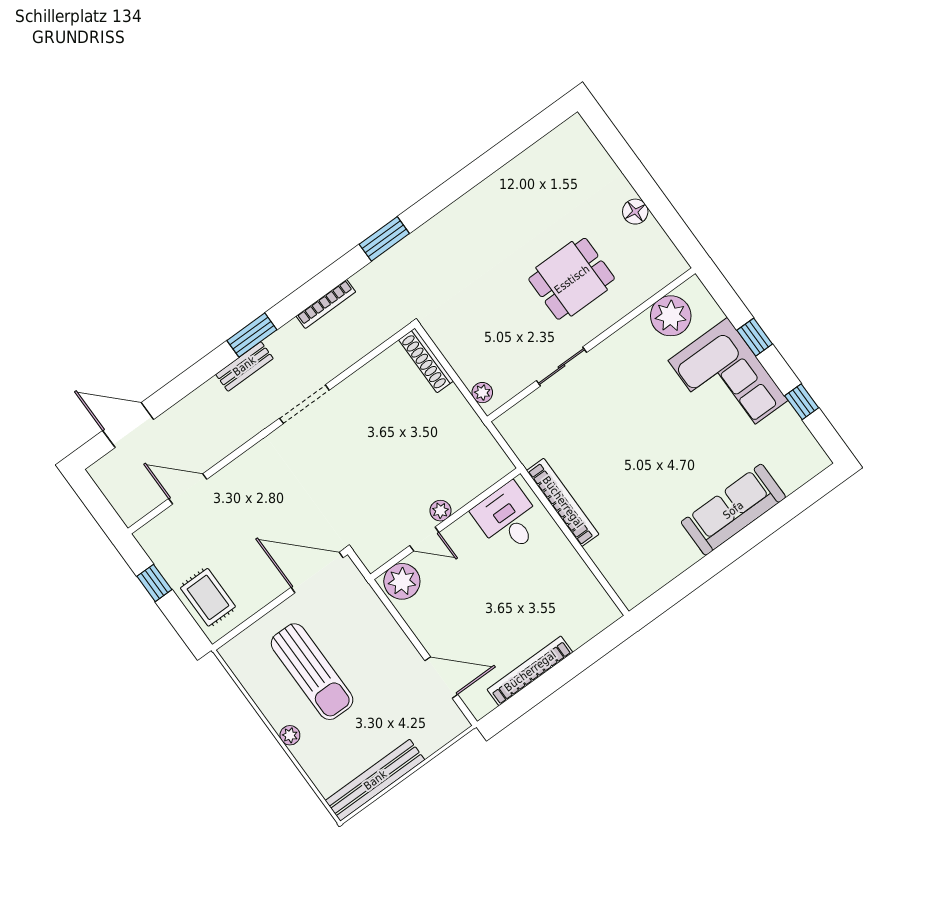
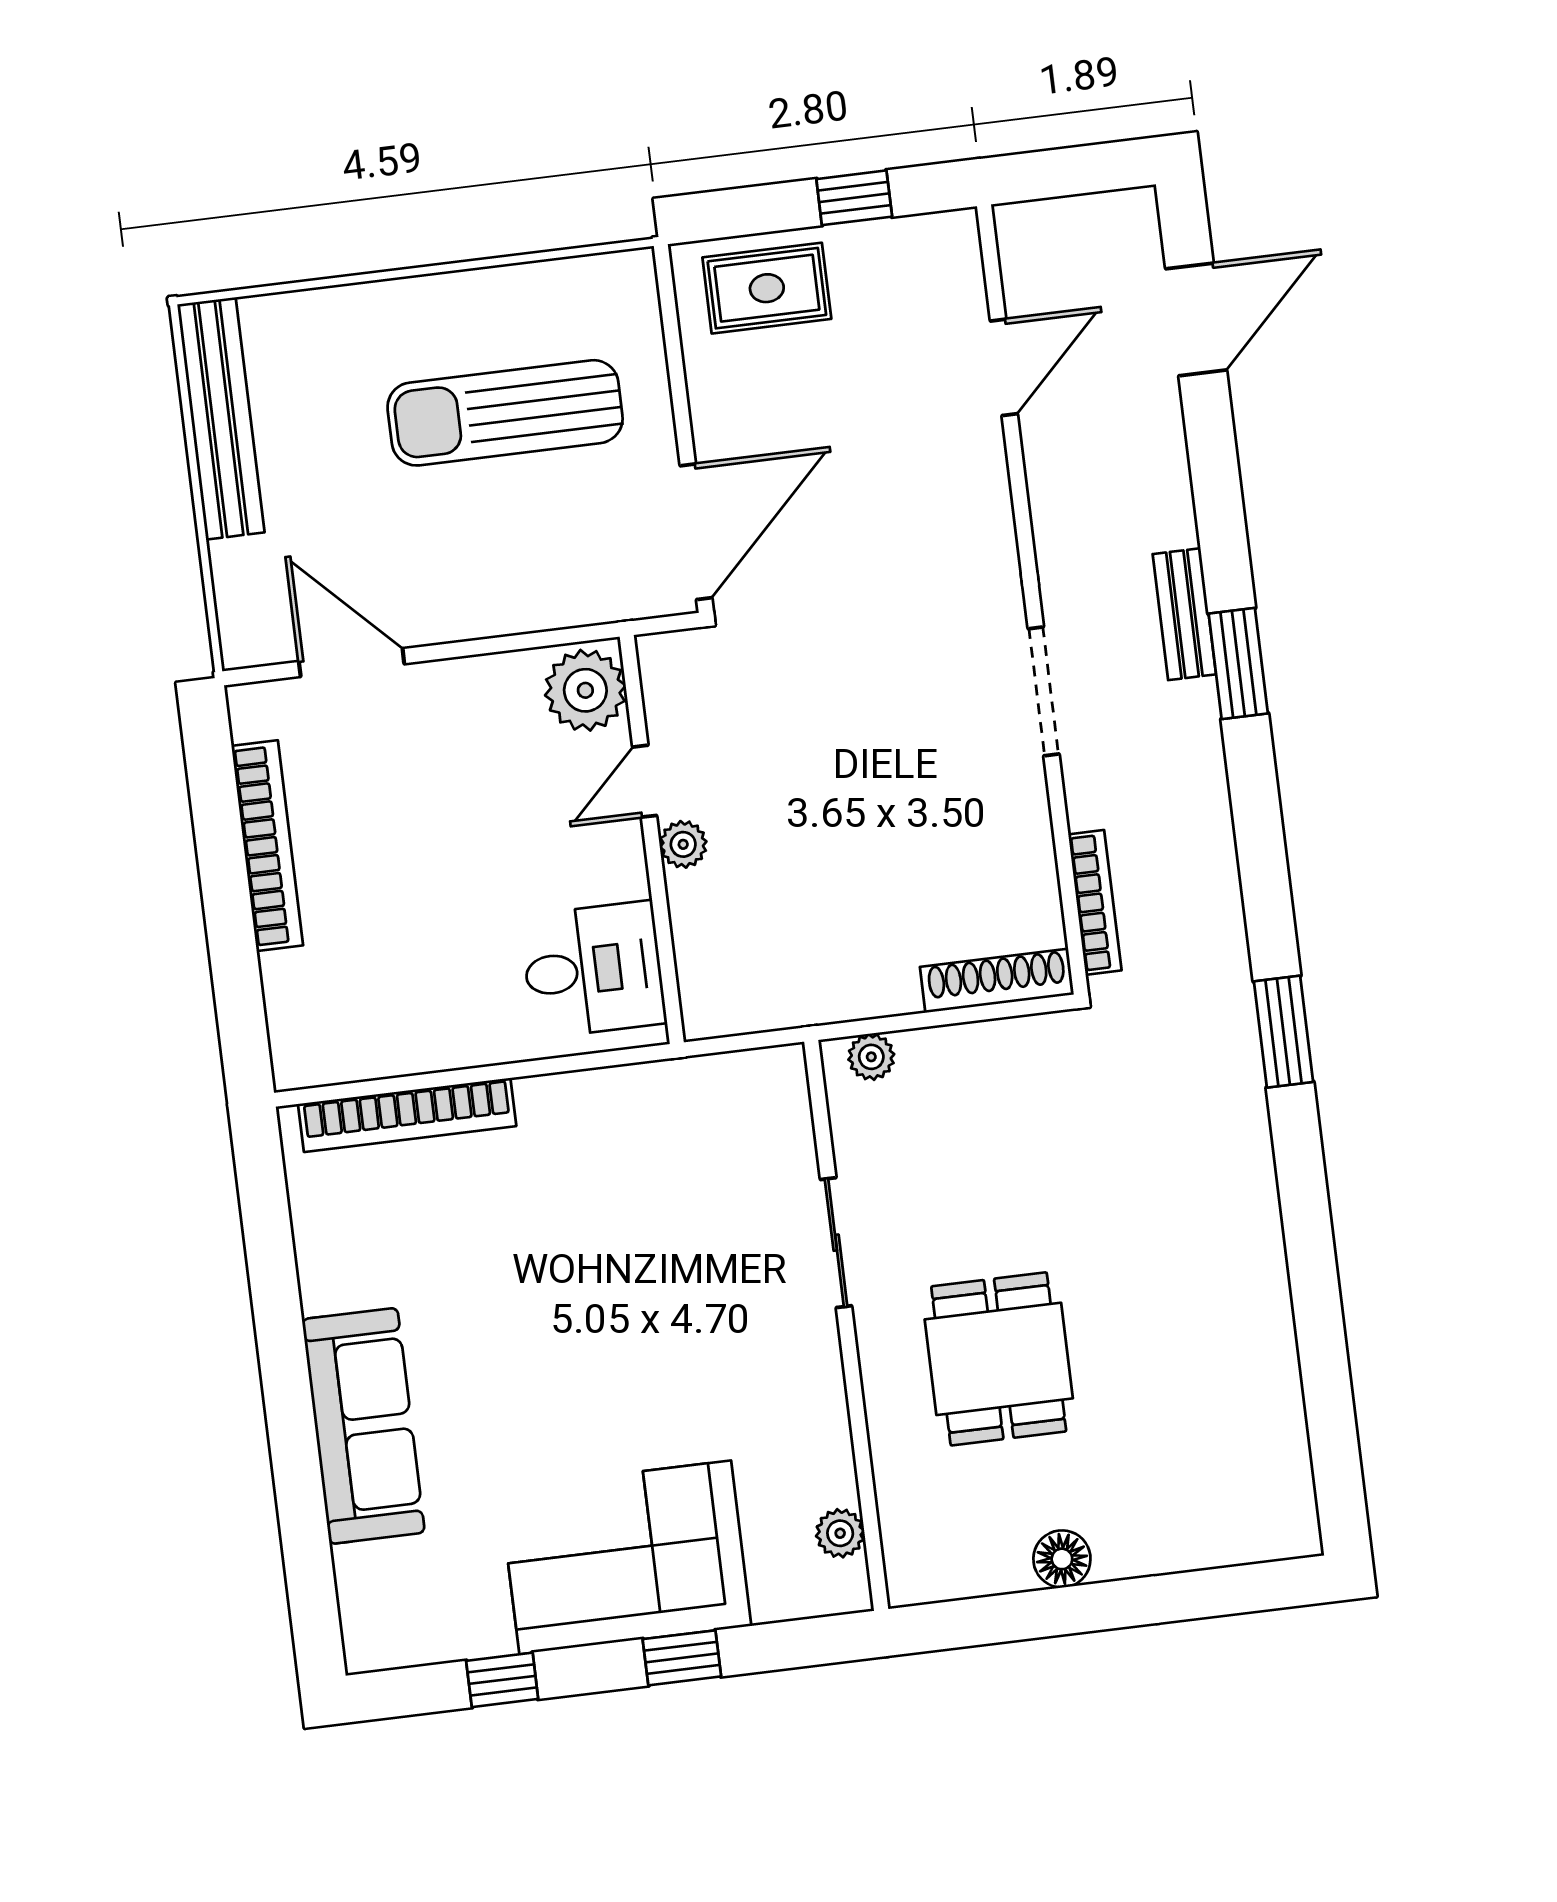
bookcase: (326, 304) -> (1095, 902), moved, turned 180
plant: (671, 316) -> (840, 1533), width x0.53, depth x0.53
bookcase: (563, 502) -> (407, 1115), moved
door: (441, 677) -> (352, 663), swing flipped
plant: (290, 735) -> (403, 299), removed

